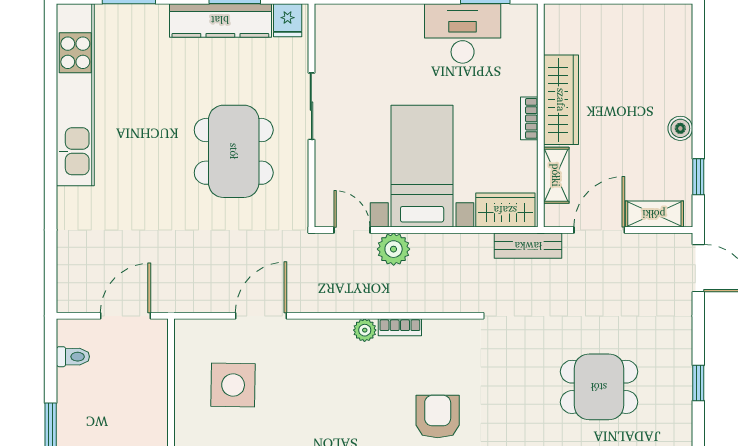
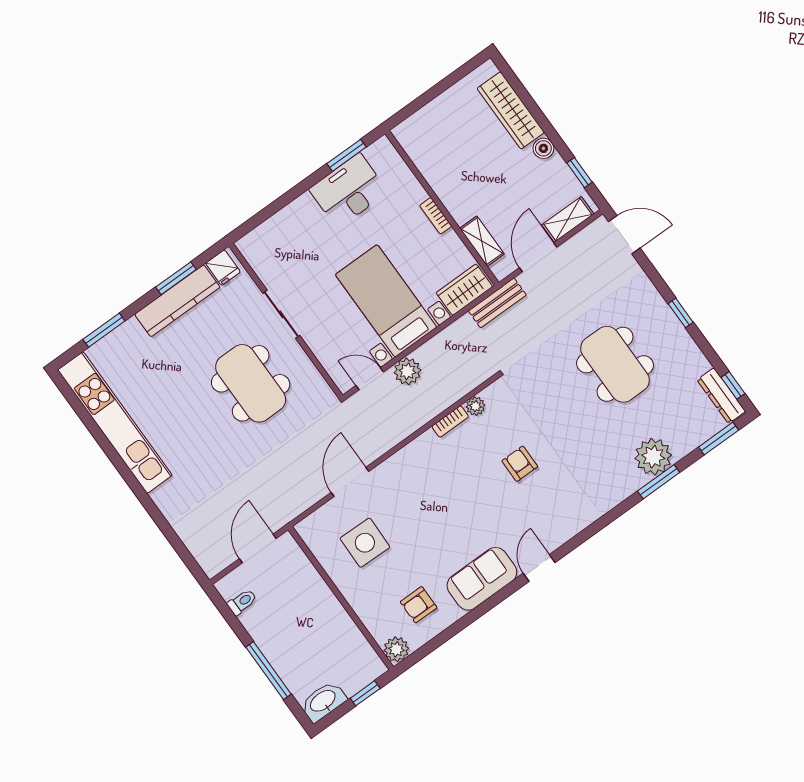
wardrobe: (561, 100) -> (511, 110), moved, turned 180
plant: (365, 330) -> (476, 406), moved
dining table: (599, 387) -> (615, 364), width x1.37
armchair: (438, 417) -> (520, 464), width x0.72, depth x0.72

